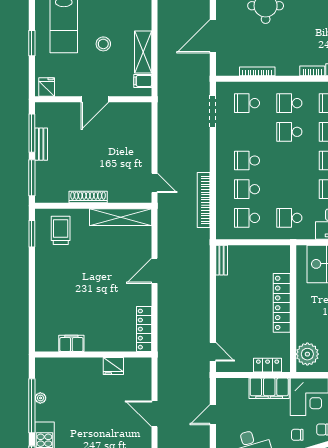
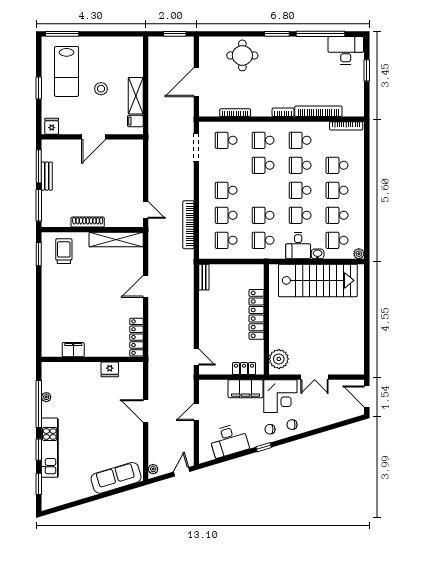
school desk: (289, 189) -> (263, 215), added

